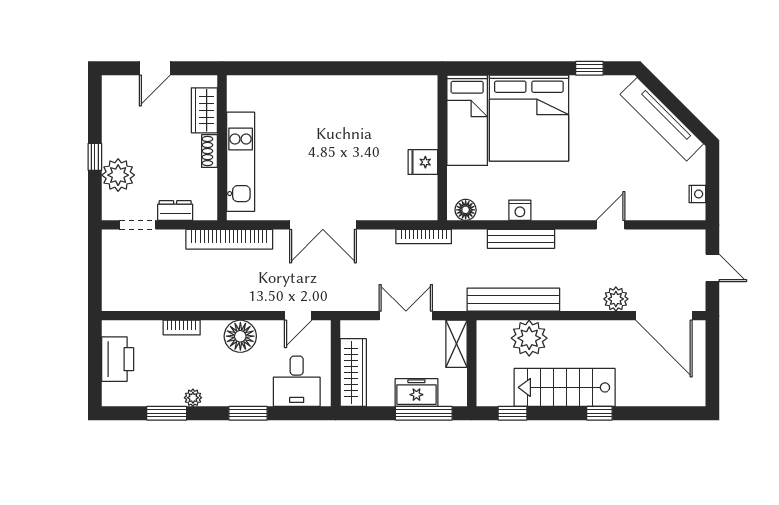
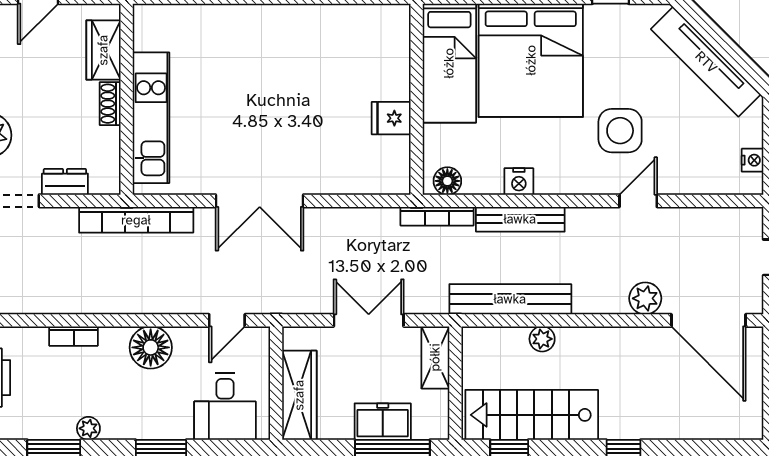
side table: (597, 172) -> (620, 131), added
bookcase: (424, 237) -> (437, 216), moved
plant: (529, 338) -> (542, 339), width x0.53, depth x0.53
stairs: (565, 387) -> (532, 415), moved

